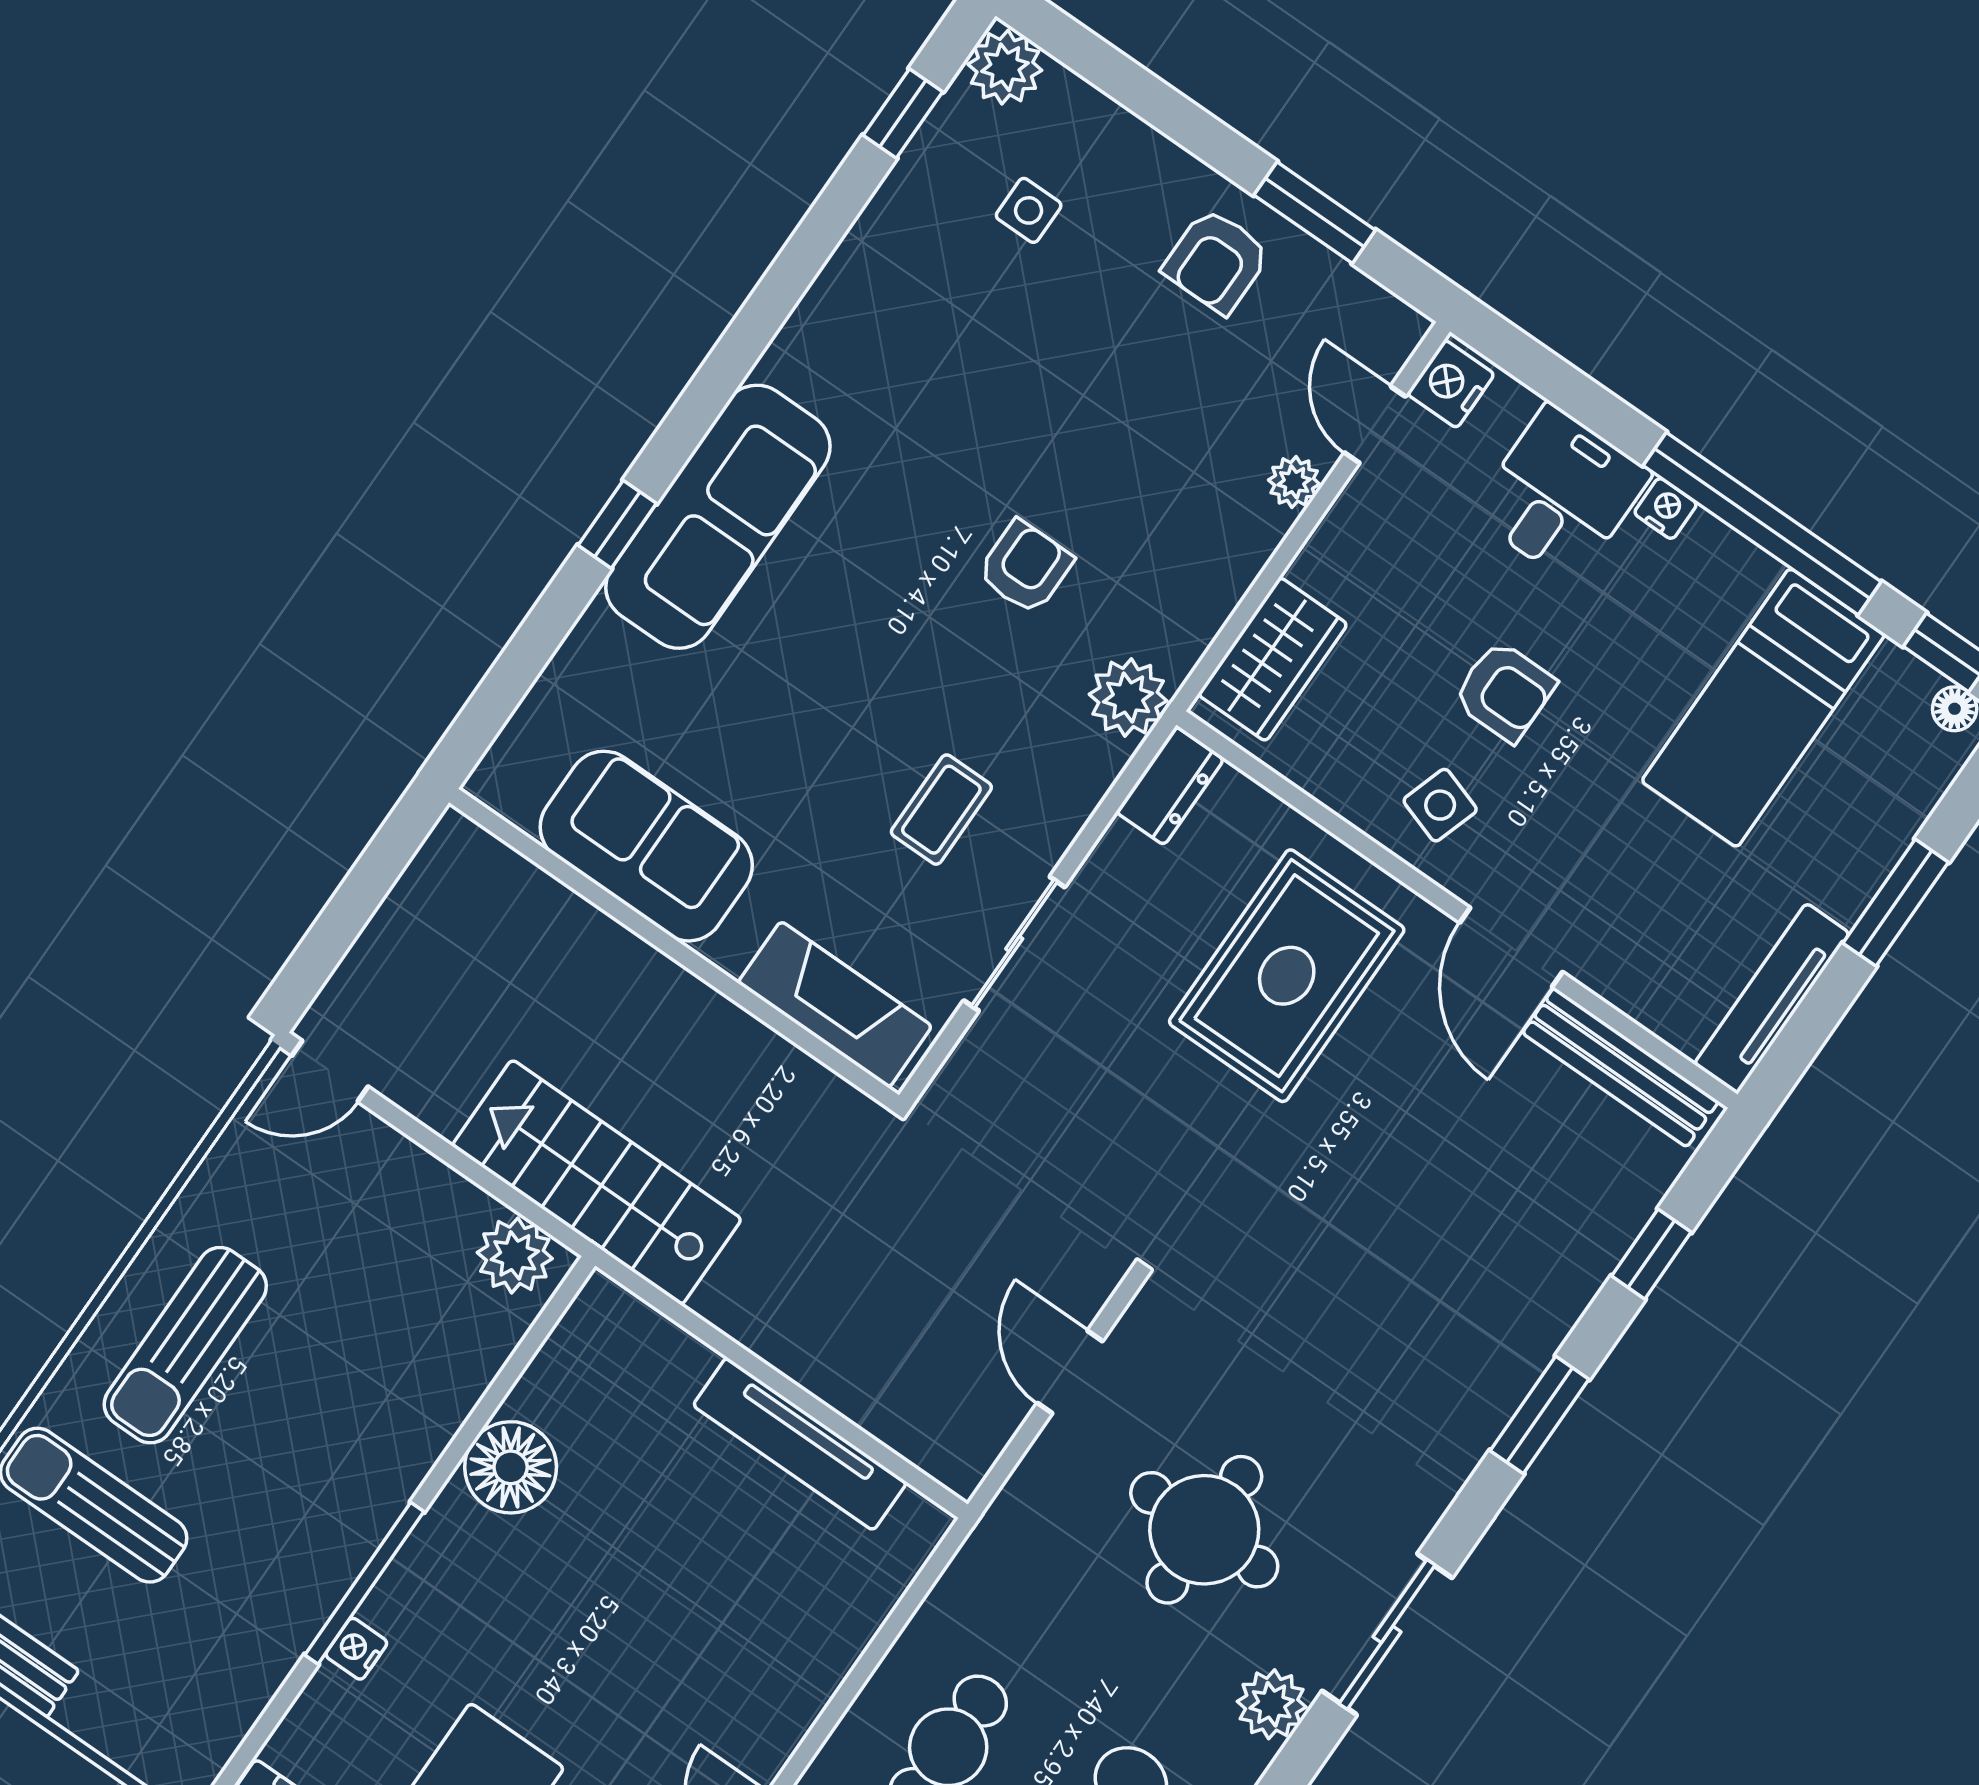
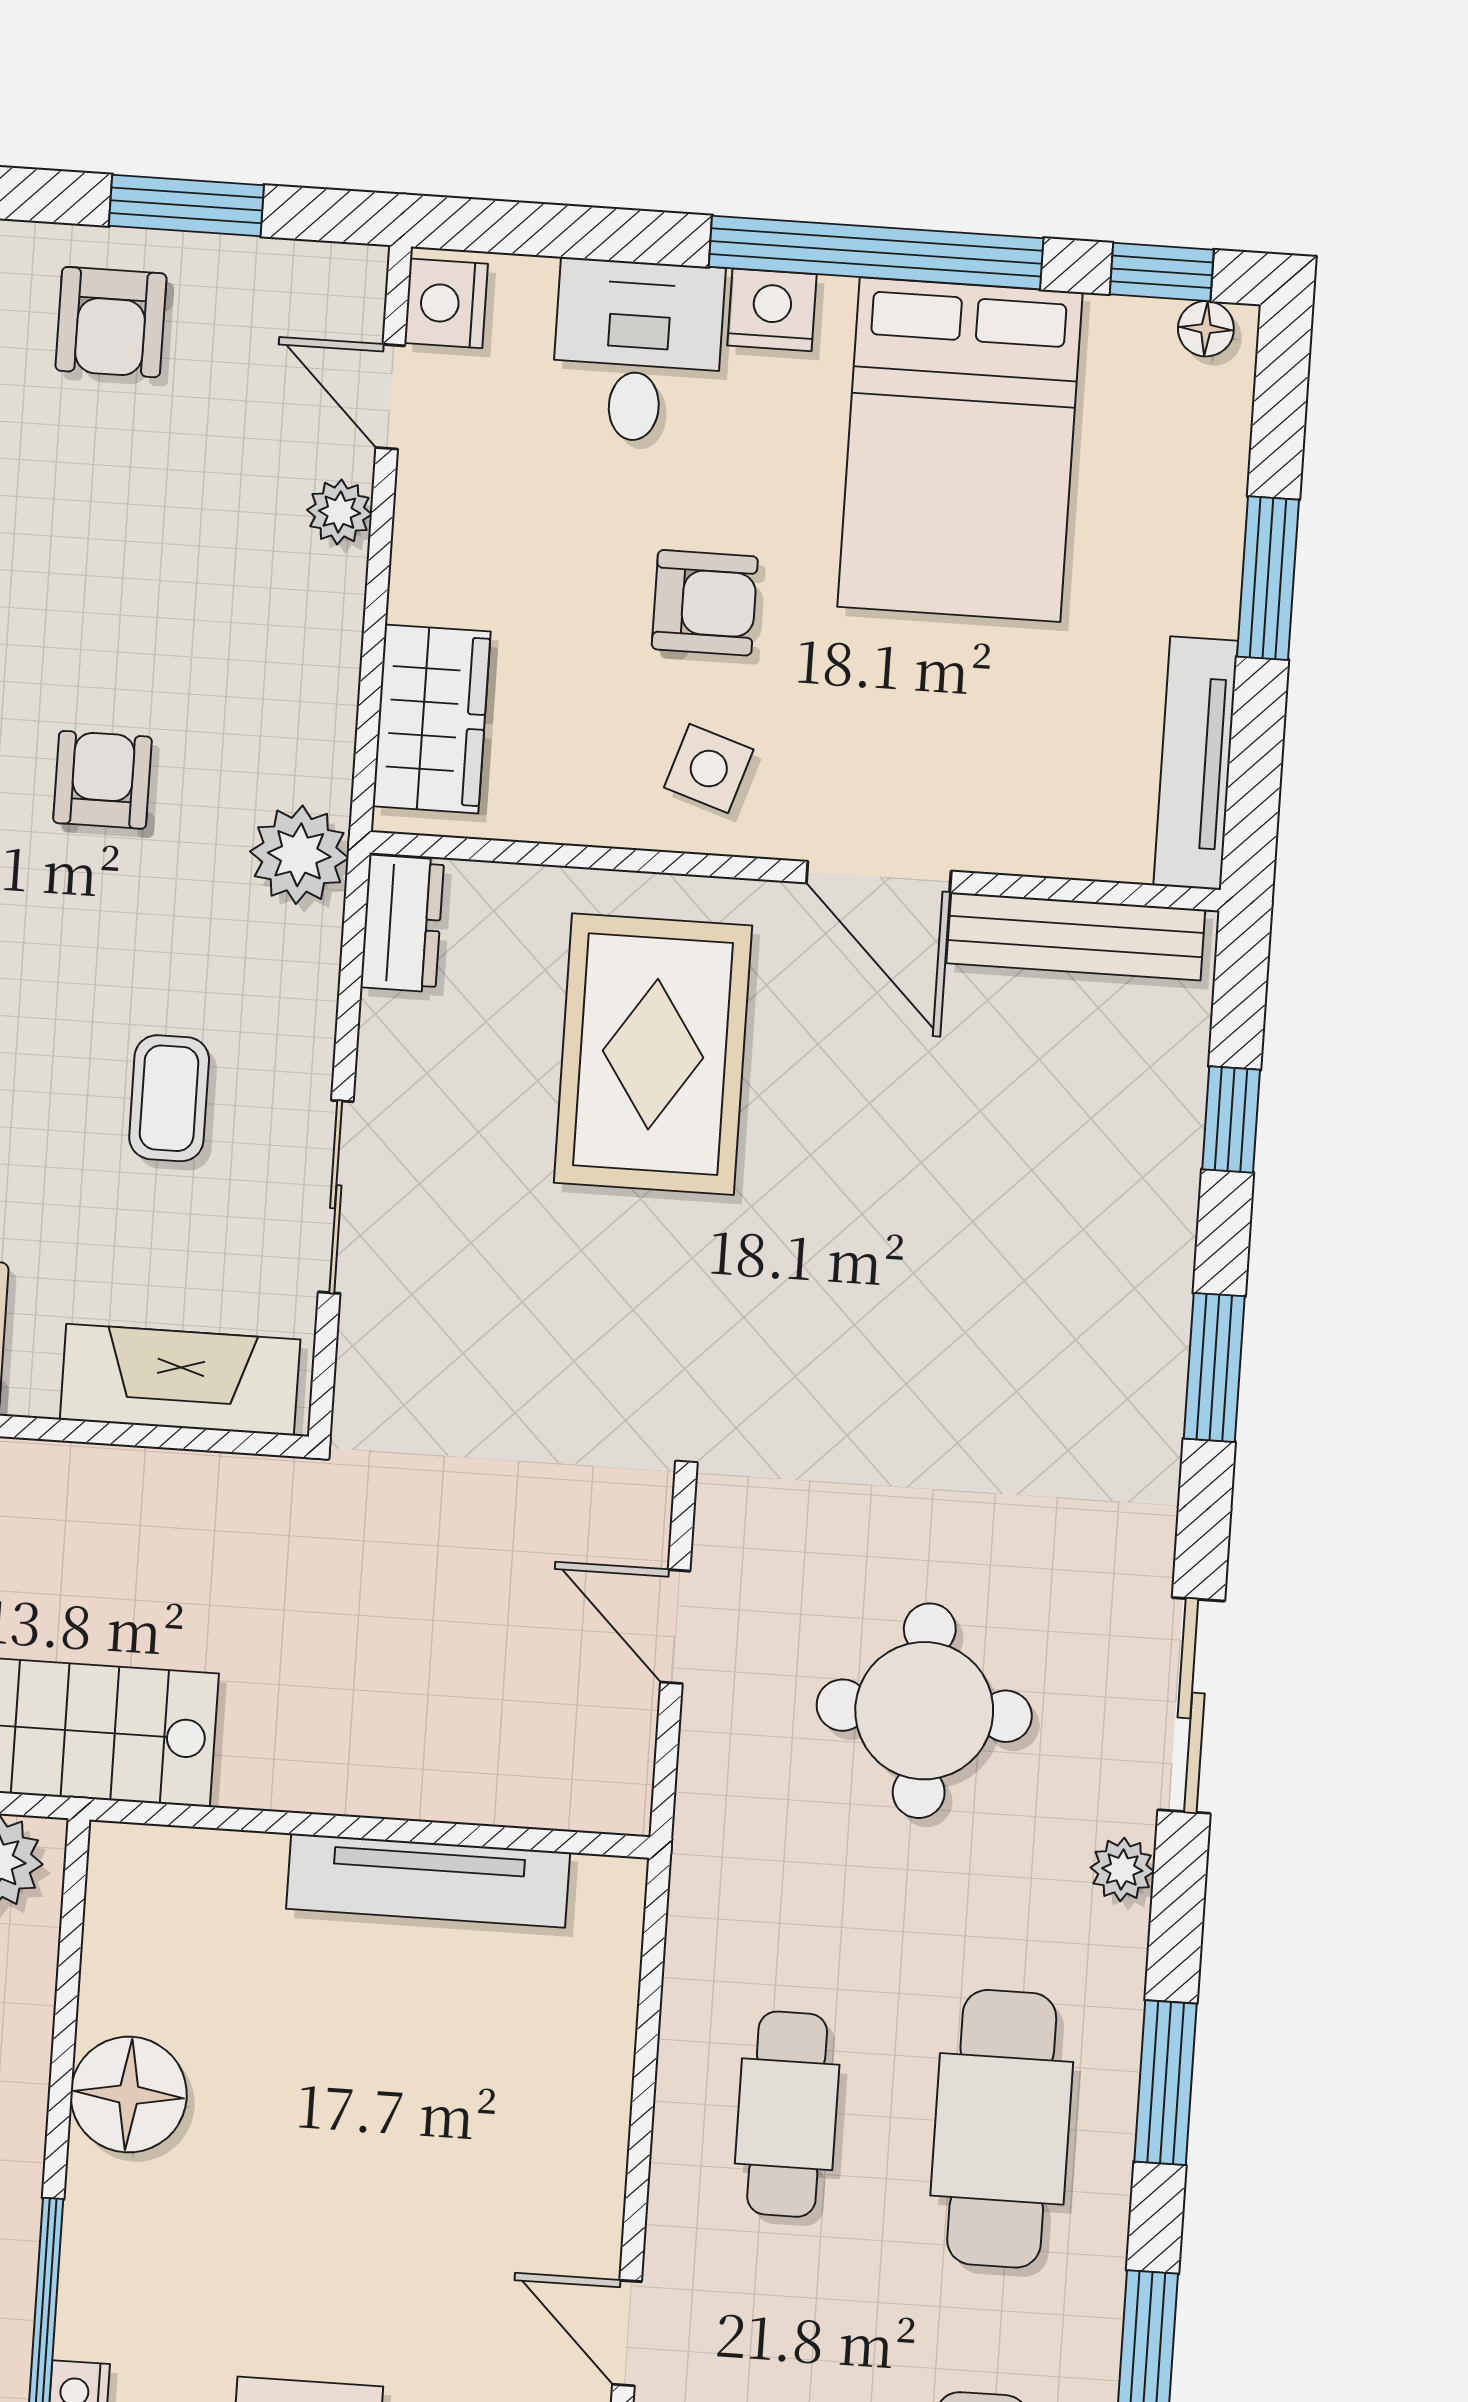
nightstand: (1666, 509) -> (772, 310), width x1.39, depth x1.35
bed: (1763, 708) -> (960, 450), width x1.50
plant: (1272, 1704) -> (1122, 1869), width x0.73, depth x0.73

